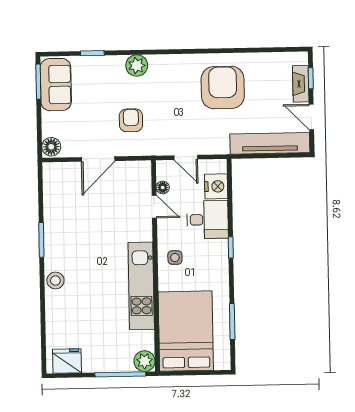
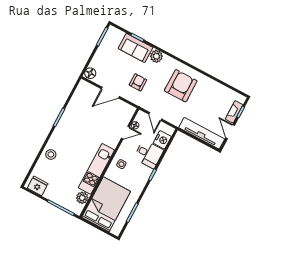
sofa: (56, 85) -> (136, 48), moved, turned 90
armchair: (223, 88) -> (181, 86), moved
door: (154, 207) -> (125, 133), hinge flipped
stool: (55, 280) -> (51, 154), moved
plant: (144, 361) -> (82, 198), moved

